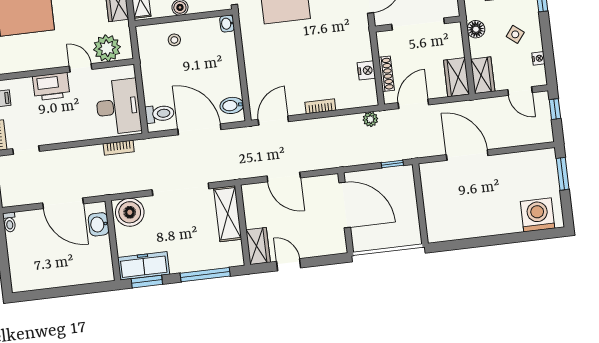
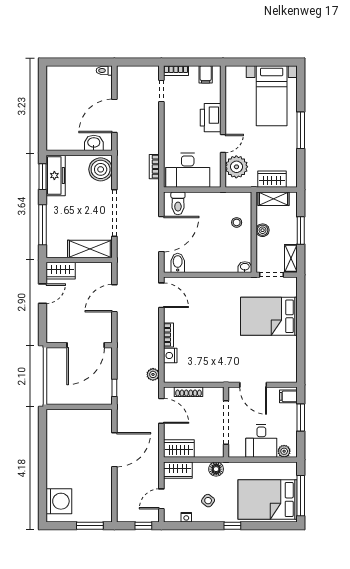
nightstand: (366, 70) -> (170, 356), moved, turned 90

